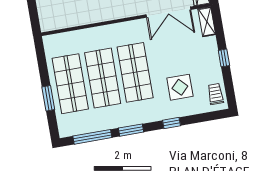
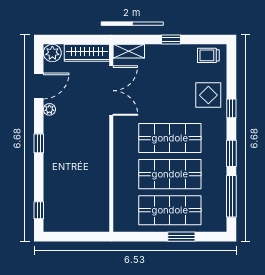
display table: (180, 87) -> (208, 95), moved

